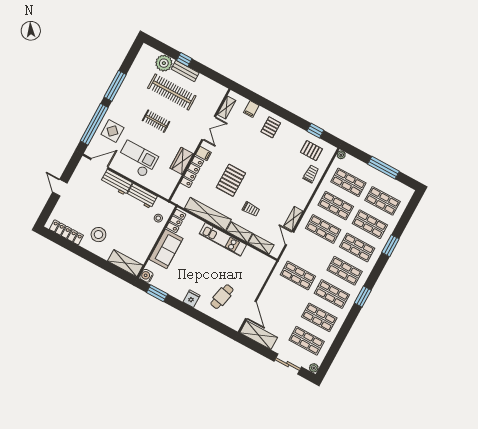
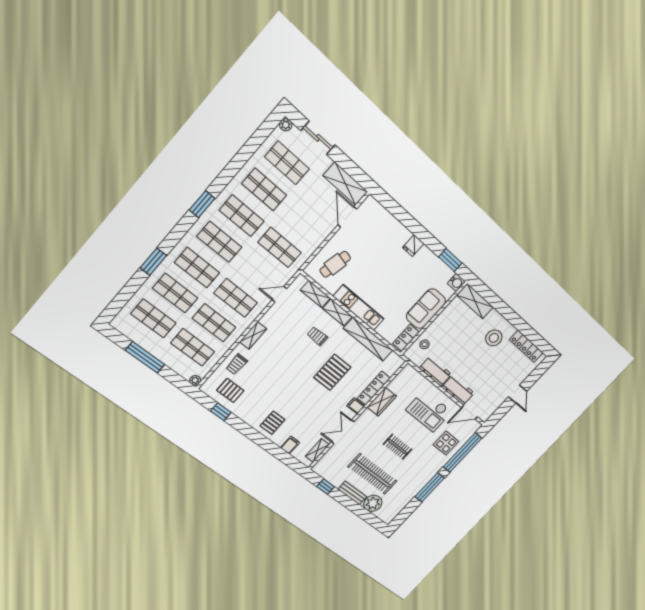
window: (184, 60) -> (326, 487), moved
shelving: (293, 219) -> (253, 335), moved
door: (290, 238) -> (279, 294), swing flipped
cafe table: (222, 297) -> (335, 264), moved

